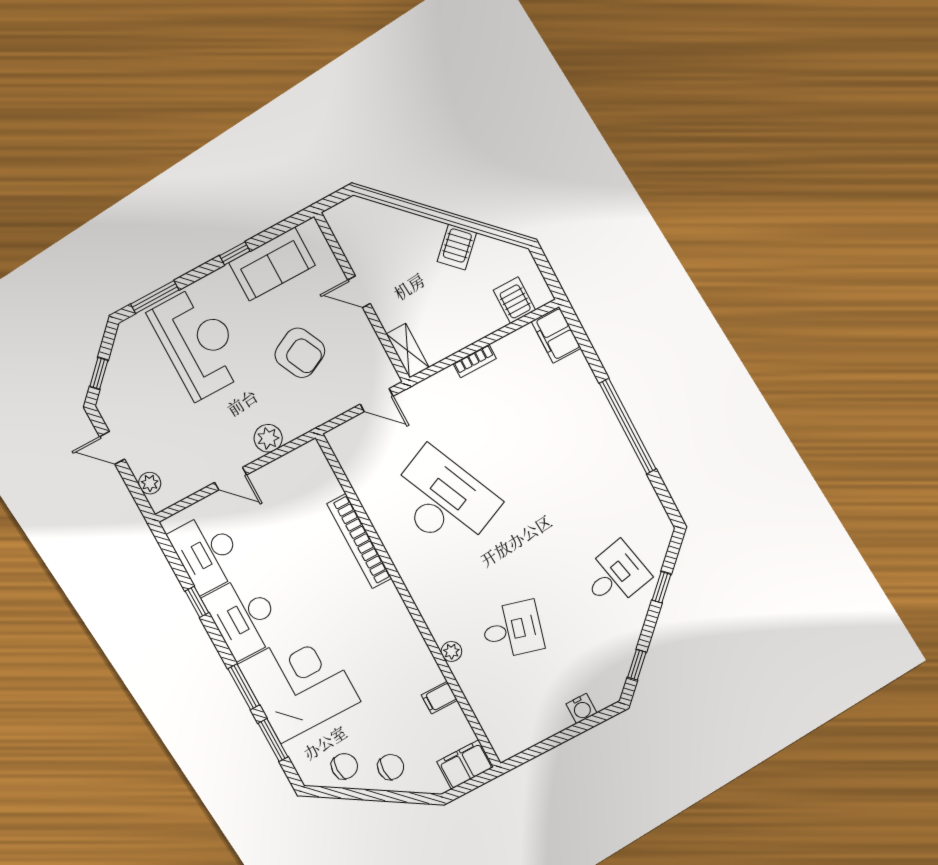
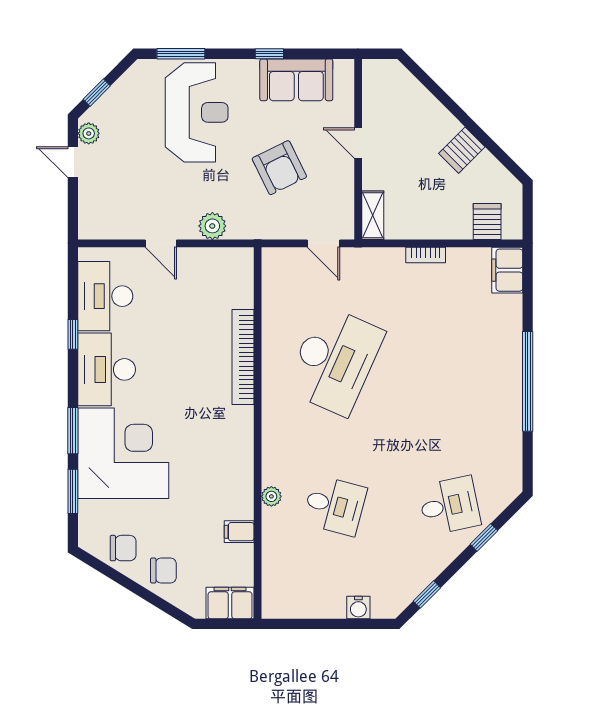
plant: (150, 483) -> (89, 133), moved
desk: (443, 500) -> (335, 361), turned 48

